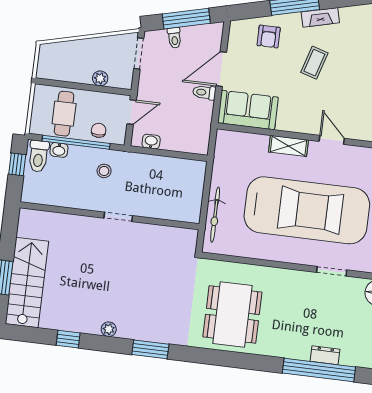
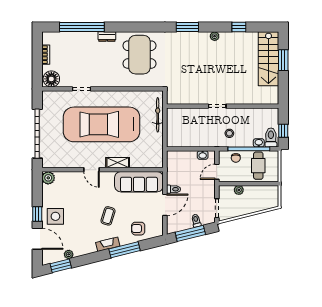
armchair: (269, 37) -> (138, 229), turned -90
sofa: (248, 110) -> (139, 182), width x1.36
dresser: (325, 355) -> (107, 36), moved

